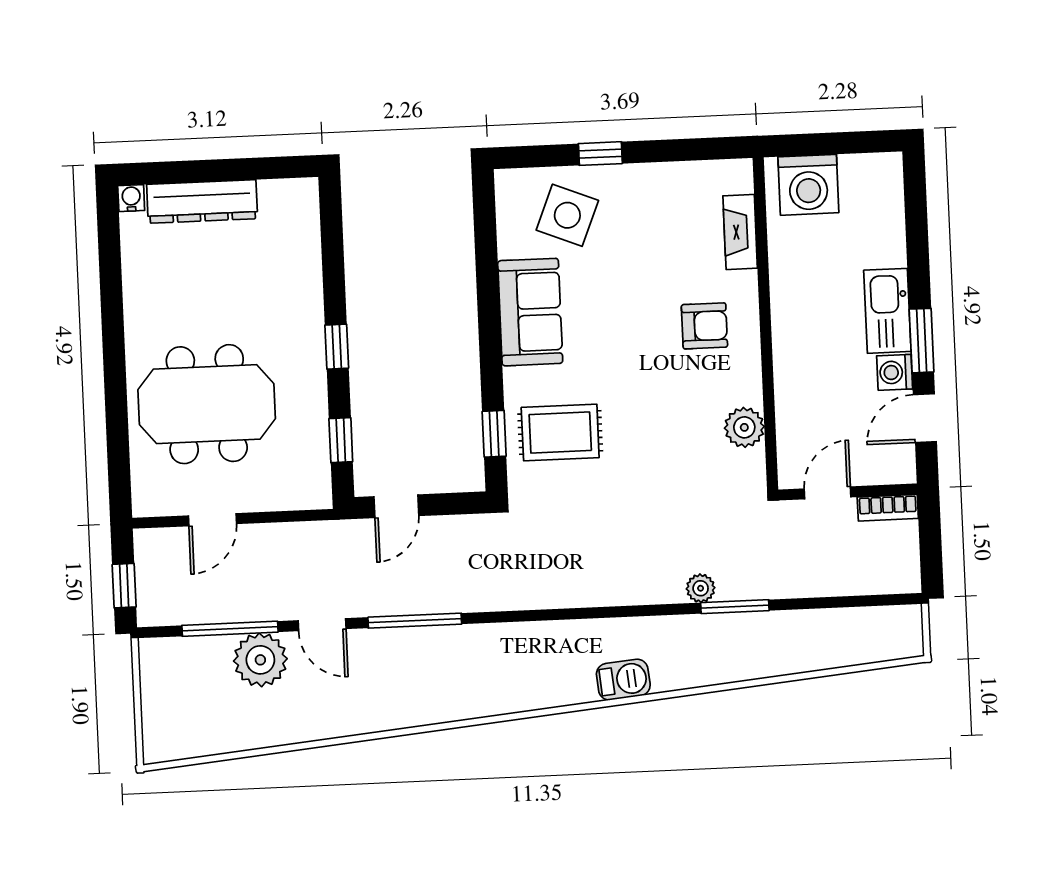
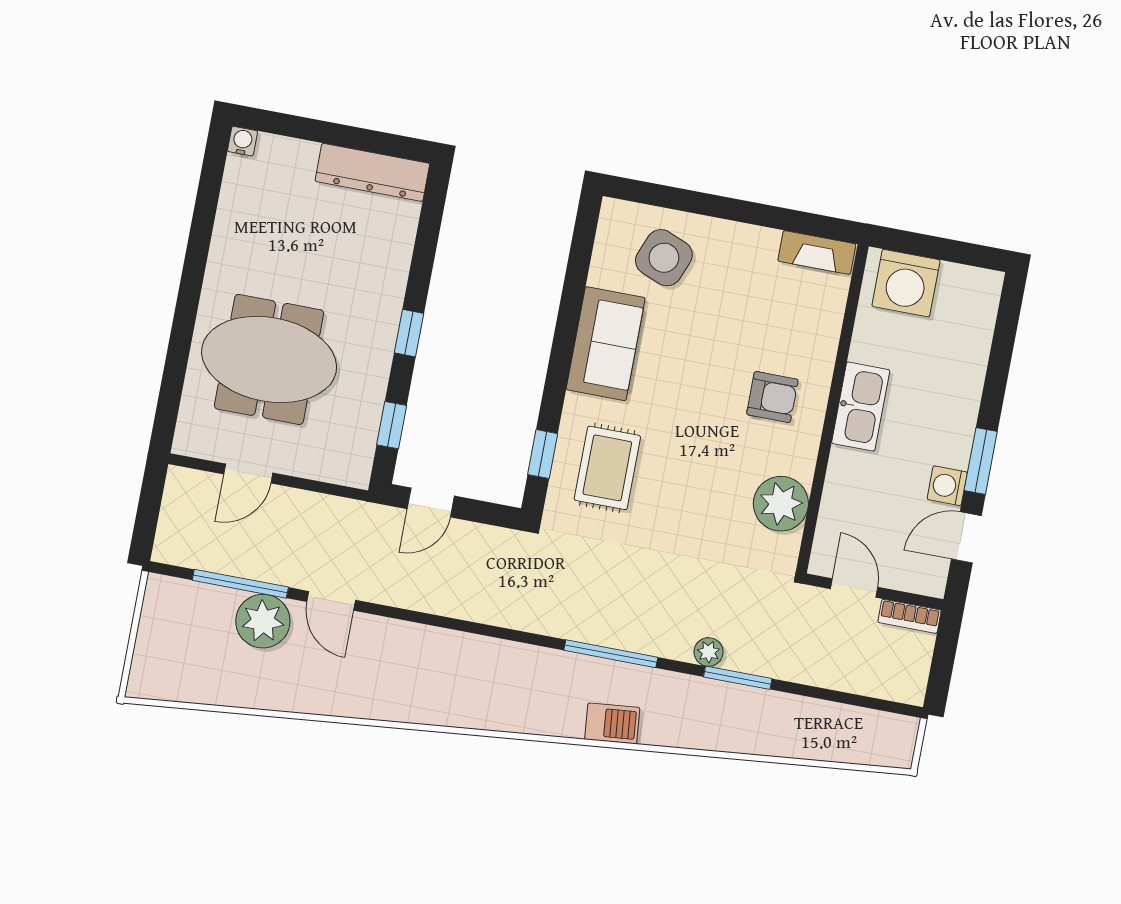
window: (600, 154) -> (710, 205), removed
dresser: (202, 201) -> (372, 172), moved
fireplace: (740, 232) -> (817, 252), moved, turned -90
kitchen sink: (887, 311) -> (861, 407), moved, turned 180
plant: (744, 427) -> (781, 504), width x1.36, depth x1.36
rug: (560, 432) -> (607, 468), turned 90
door: (827, 493) -> (854, 588), hinge flipped
window: (124, 586) -> (147, 518), removed
window: (415, 621) -> (611, 654), moved

